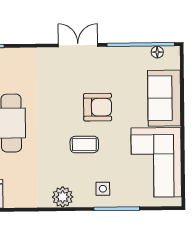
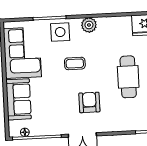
armchair: (98, 107) -> (89, 102), moved, turned 90
side table: (103, 189) -> (60, 32), width x1.87, depth x1.87

